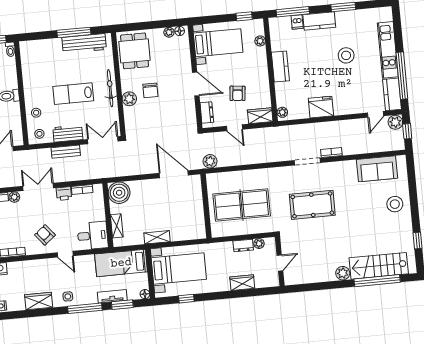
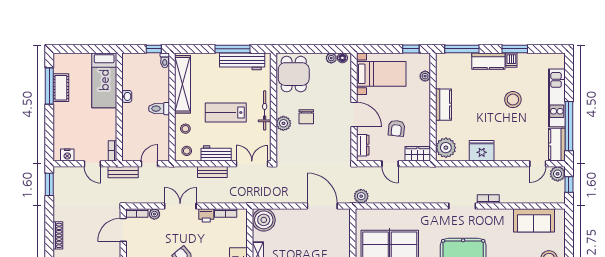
dishwasher: (297, 22) -> (511, 60), moved
shelving: (29, 71) -> (182, 84), added
plant: (282, 112) -> (446, 148), width x1.88, depth x1.88

